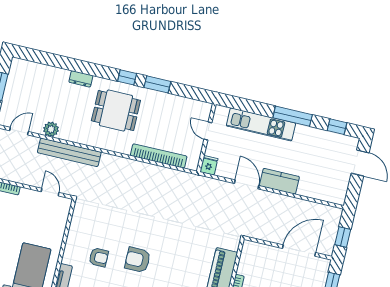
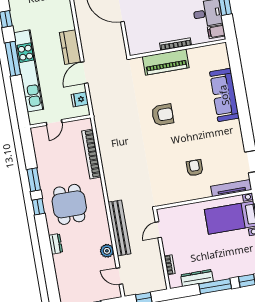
kitchen unit: (261, 124) -> (29, 71), width x1.36
fridge: (209, 165) -> (80, 99), moved
armchair: (138, 260) -> (163, 115), moved, turned -90

